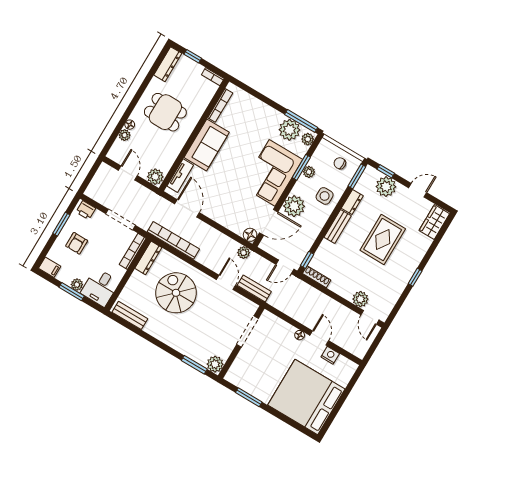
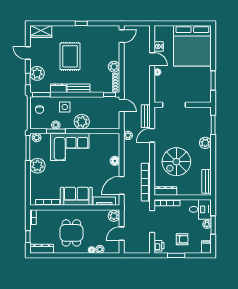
plant: (289, 130) -> (37, 166), moved
door: (269, 222) -> (101, 131), removed
floor lamp: (250, 235) -> (115, 161), moved
rug: (383, 240) -> (70, 56), turned 90
plant: (360, 299) -> (114, 67), moved
door: (319, 338) -> (152, 59), swing flipped
plant: (215, 364) -> (205, 143), moved

